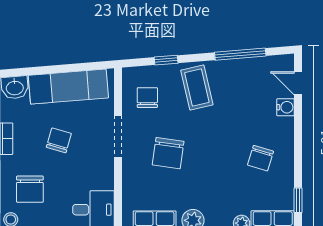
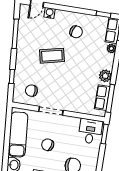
coffee table: (197, 87) -> (52, 56), moved
chair: (168, 153) -> (65, 84), removed

